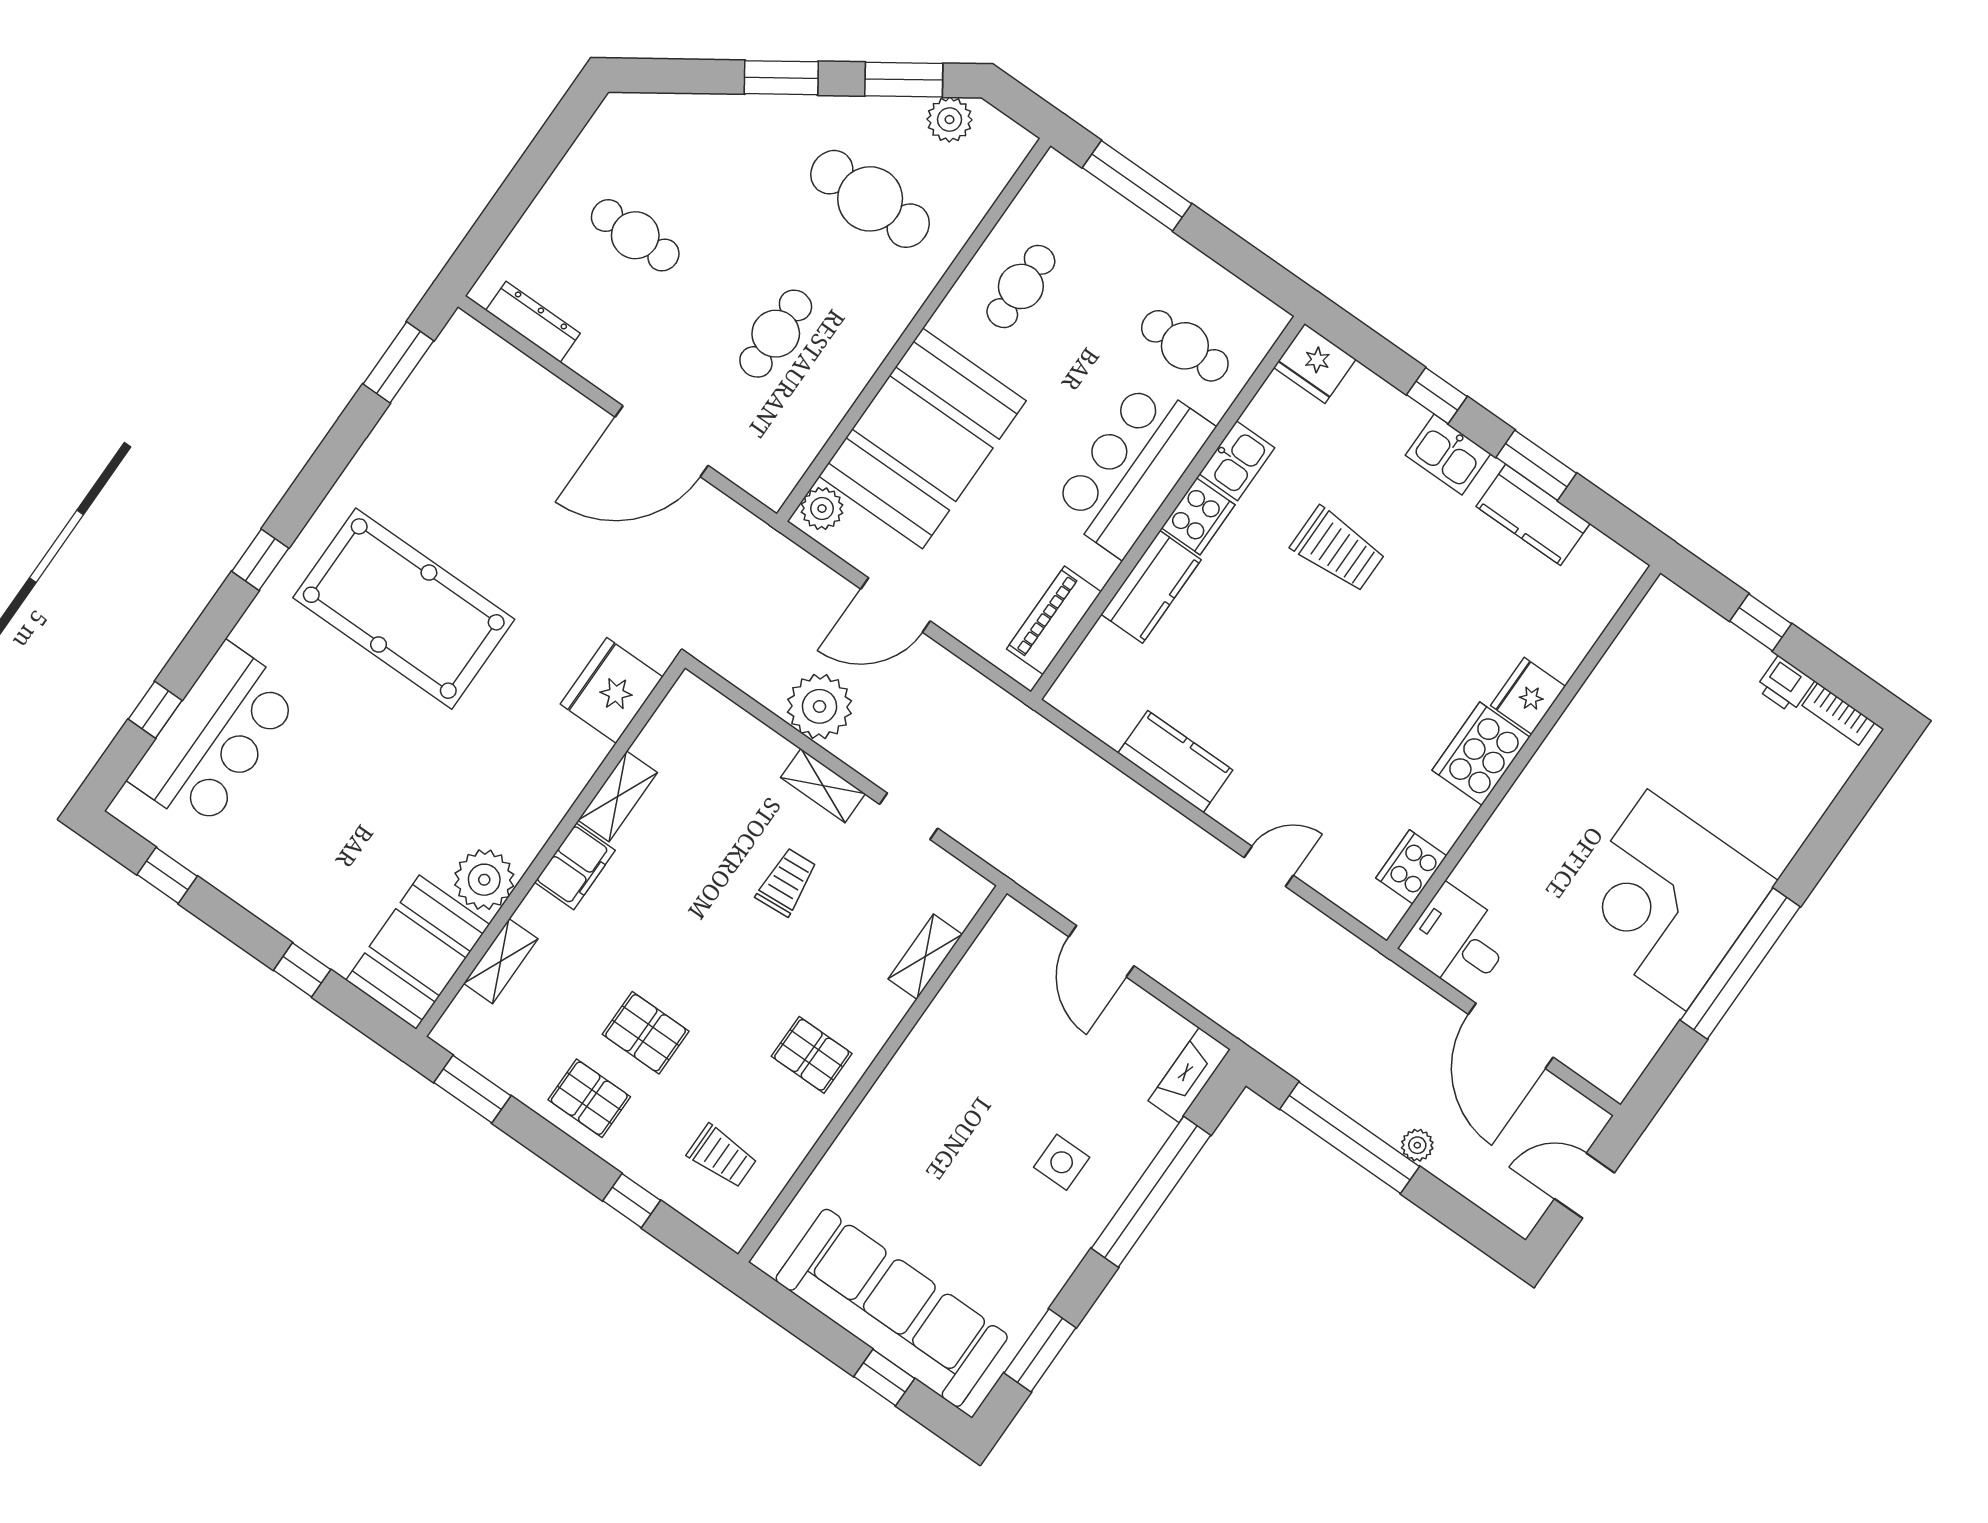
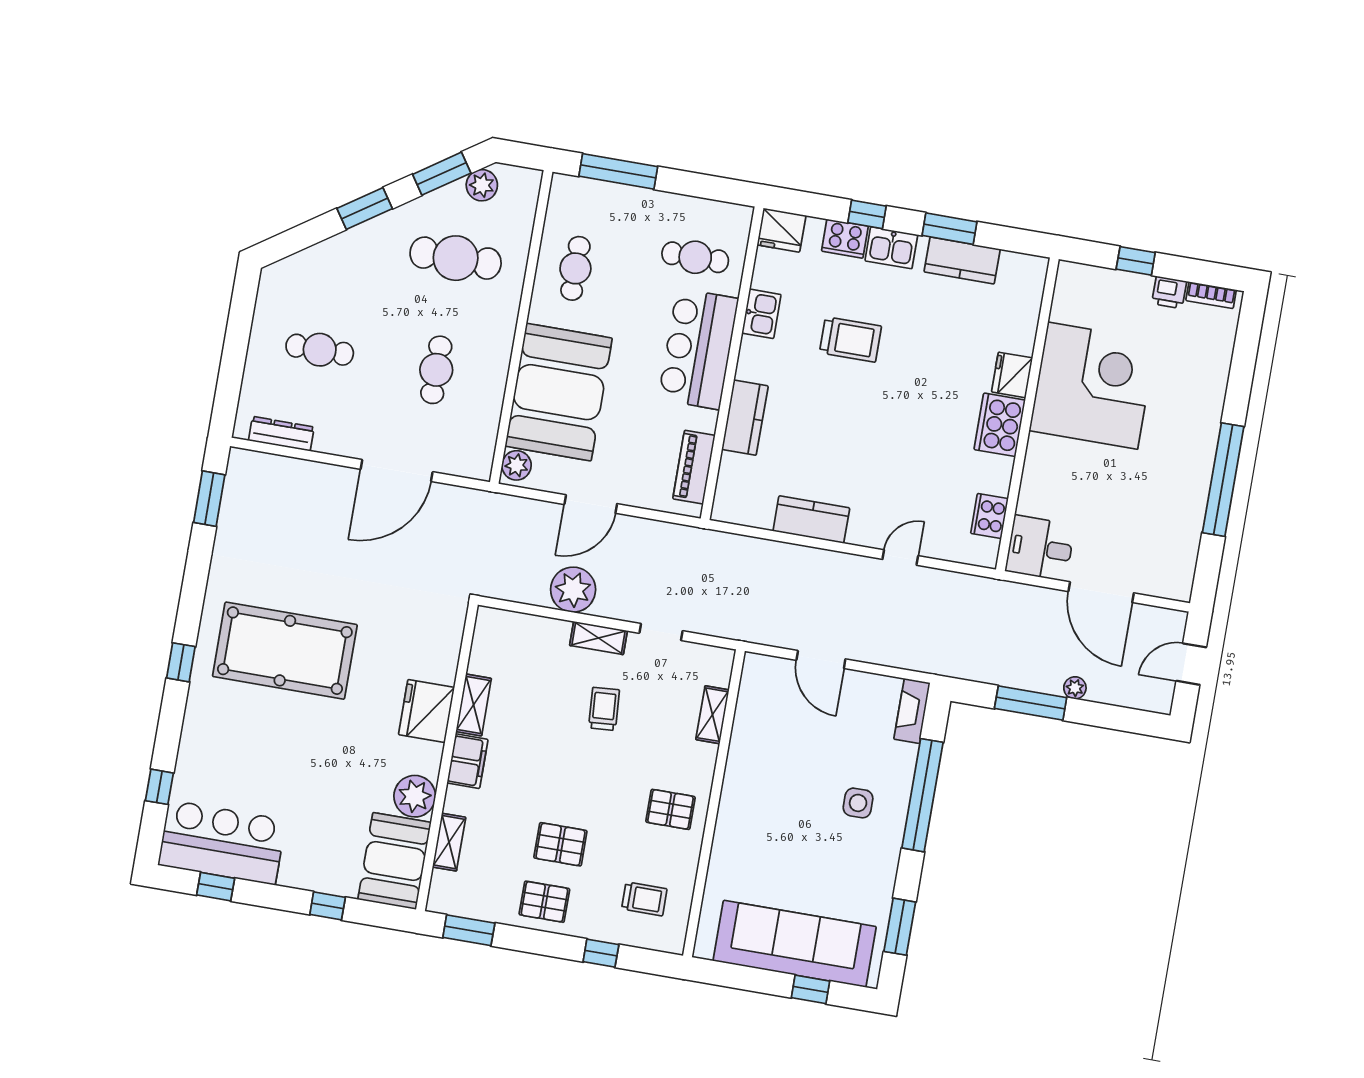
cooker: (1198, 516) -> (845, 239), moved, turned 90
fridge: (612, 690) -> (426, 711), moved
bar counter: (215, 737) -> (222, 842), moved, turned -90
corner desk: (1667, 900) -> (1093, 386), moved, turned 180
window: (1350, 1138) -> (1031, 703), width x0.68

